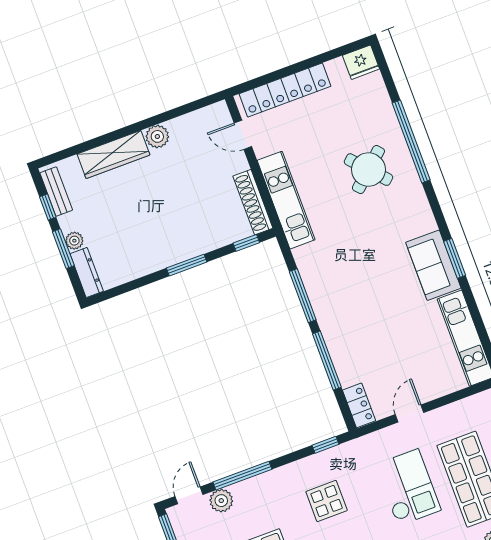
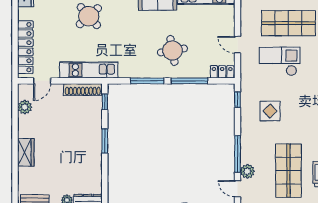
plant: (157, 136) -> (25, 107), moved
wardrobe: (113, 154) -> (26, 152), width x0.67
round table: (364, 317) -> (172, 50), added

